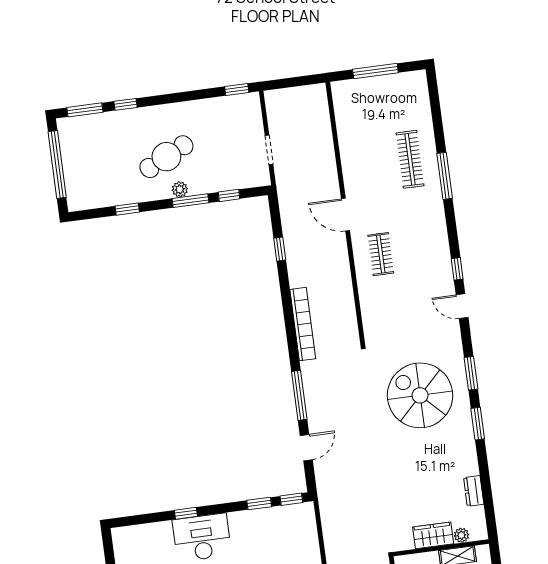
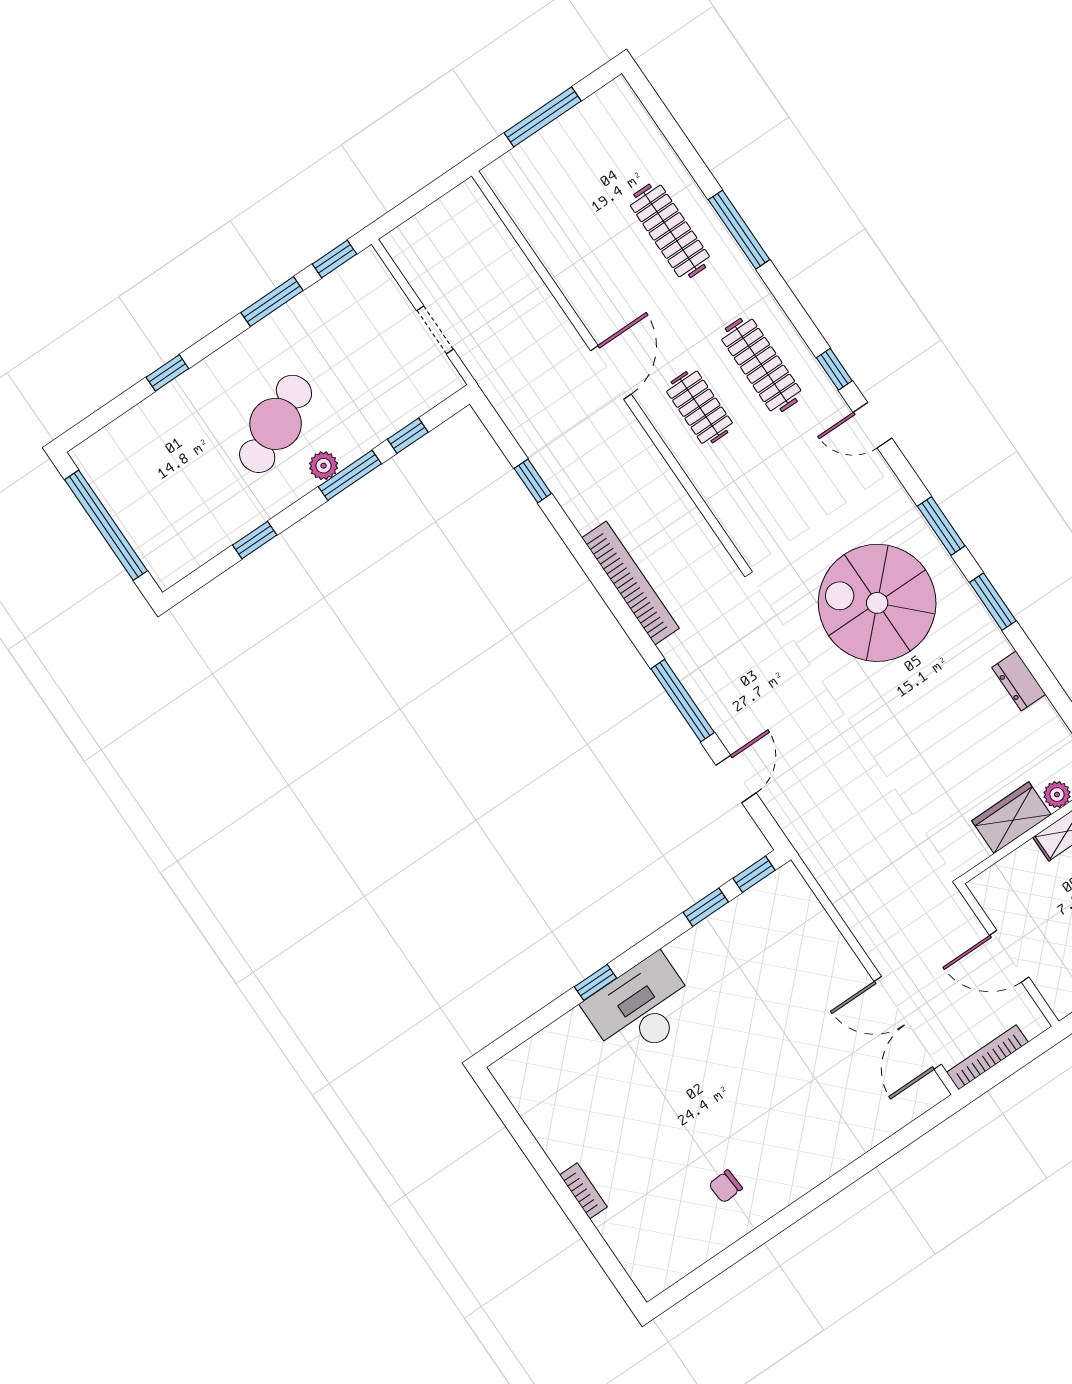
window: (85, 110) -> (272, 302), moved
door: (346, 215) -> (611, 372), swing flipped
clothes rail: (422, 249) -> (761, 365), added
dresser: (474, 491) -> (1019, 681), moved

